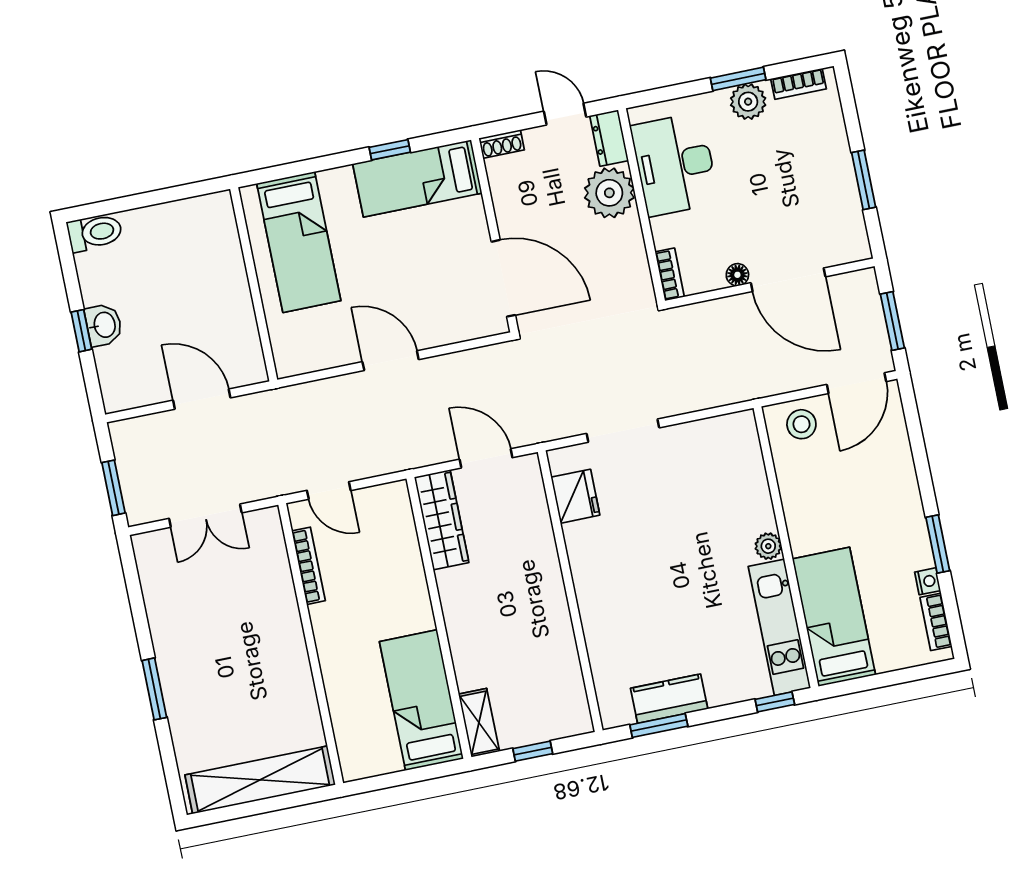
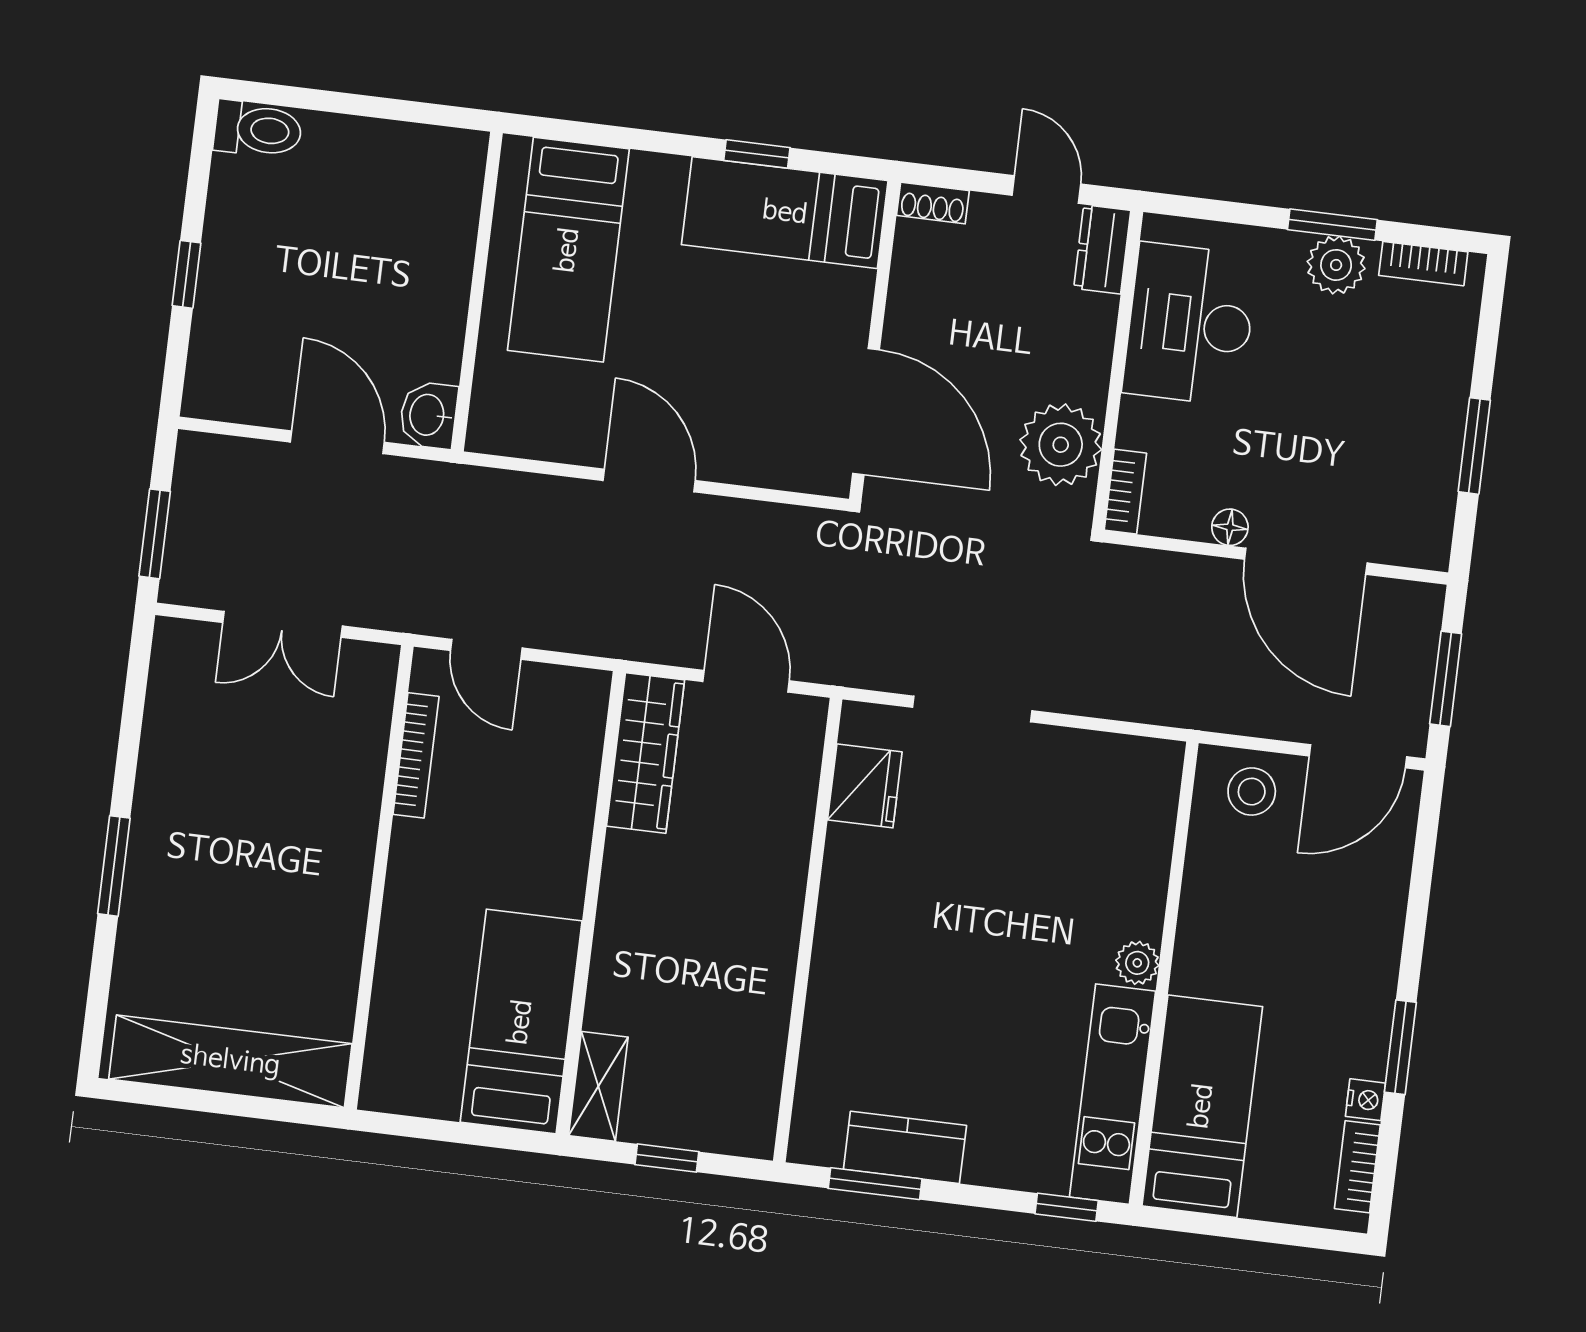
plant: (609, 193) -> (1061, 445), moved
washbasin: (104, 325) -> (428, 415), moved, turned 180

